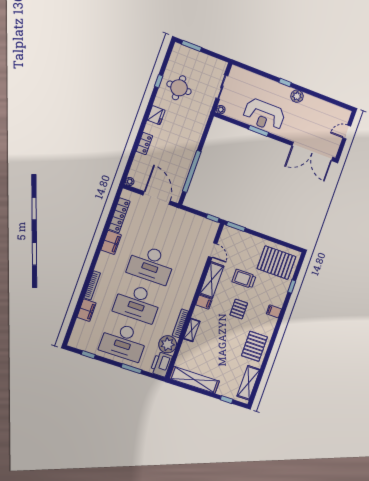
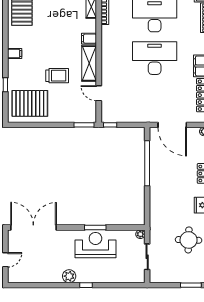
pallet: (239, 309) -> (51, 44), removed

